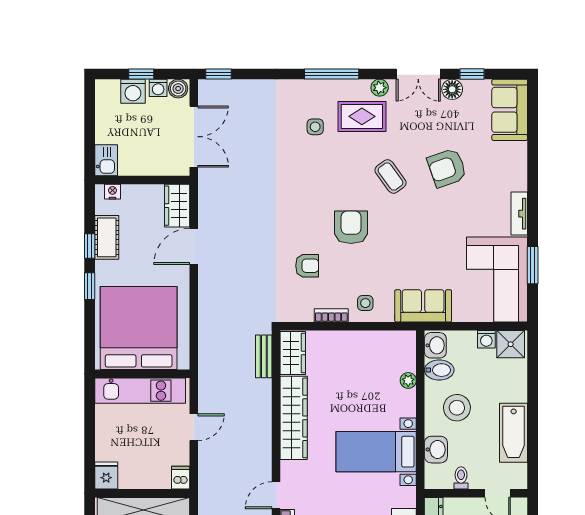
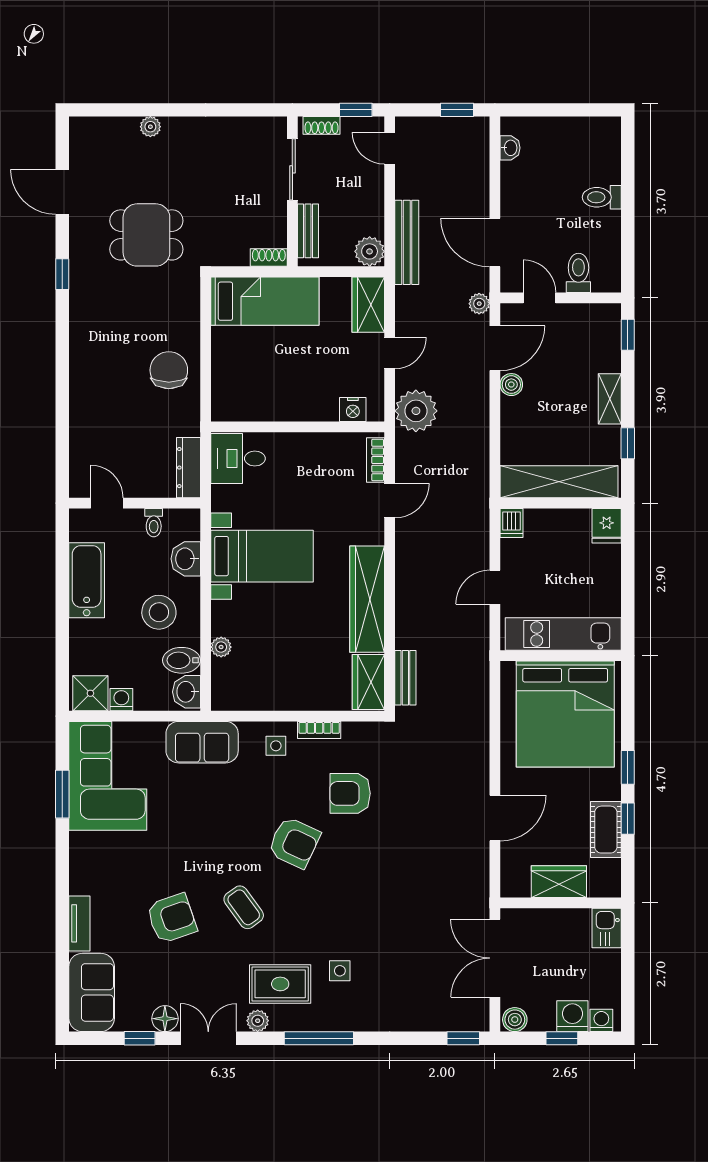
washing machine: (158, 88) -> (601, 1020), moved
nightstand: (113, 192) -> (599, 888), removed
wardrobe: (177, 206) -> (559, 882), moved, turned -90
tv unit: (519, 214) -> (79, 923), moved
armchair: (351, 227) -> (294, 843), turned -65
armchair: (307, 266) -> (350, 793), width x1.38, depth x1.38

